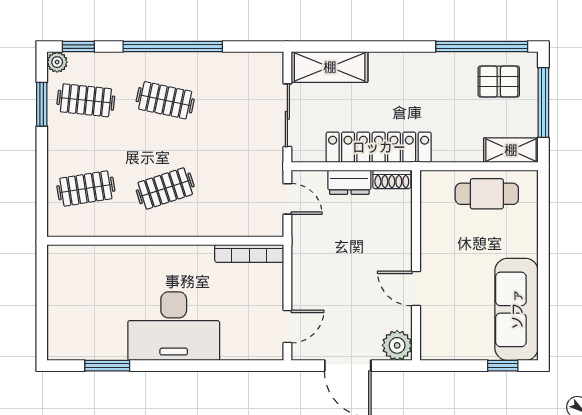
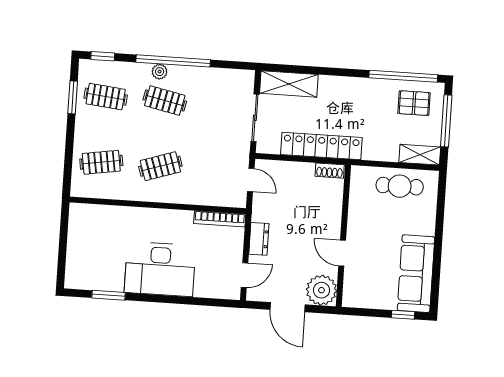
plant: (57, 62) -> (160, 72), moved
dresser: (349, 182) -> (259, 239), moved, turned -90
plant: (397, 345) -> (321, 290), width x1.36, depth x1.36

